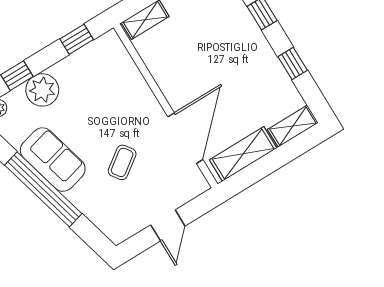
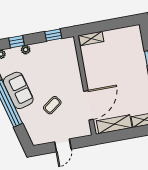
plant: (42, 90) -> (26, 50), width x0.53, depth x0.53

